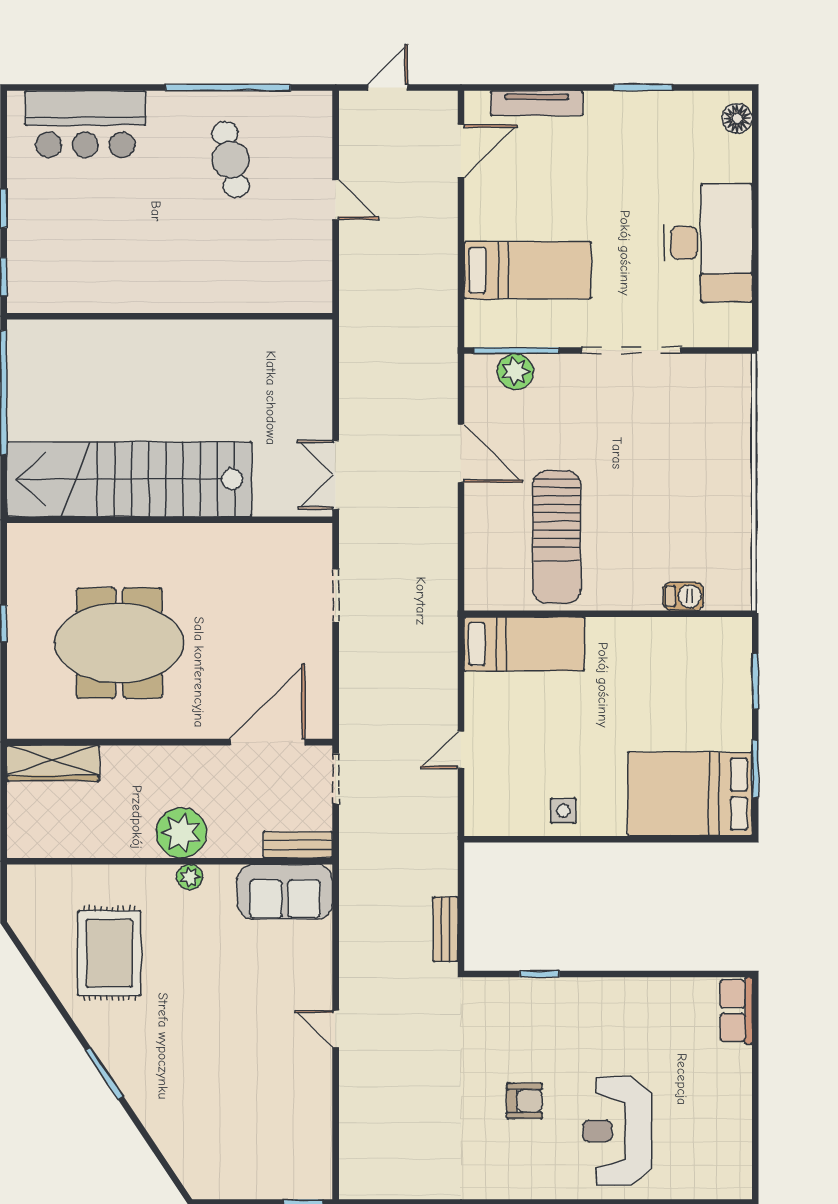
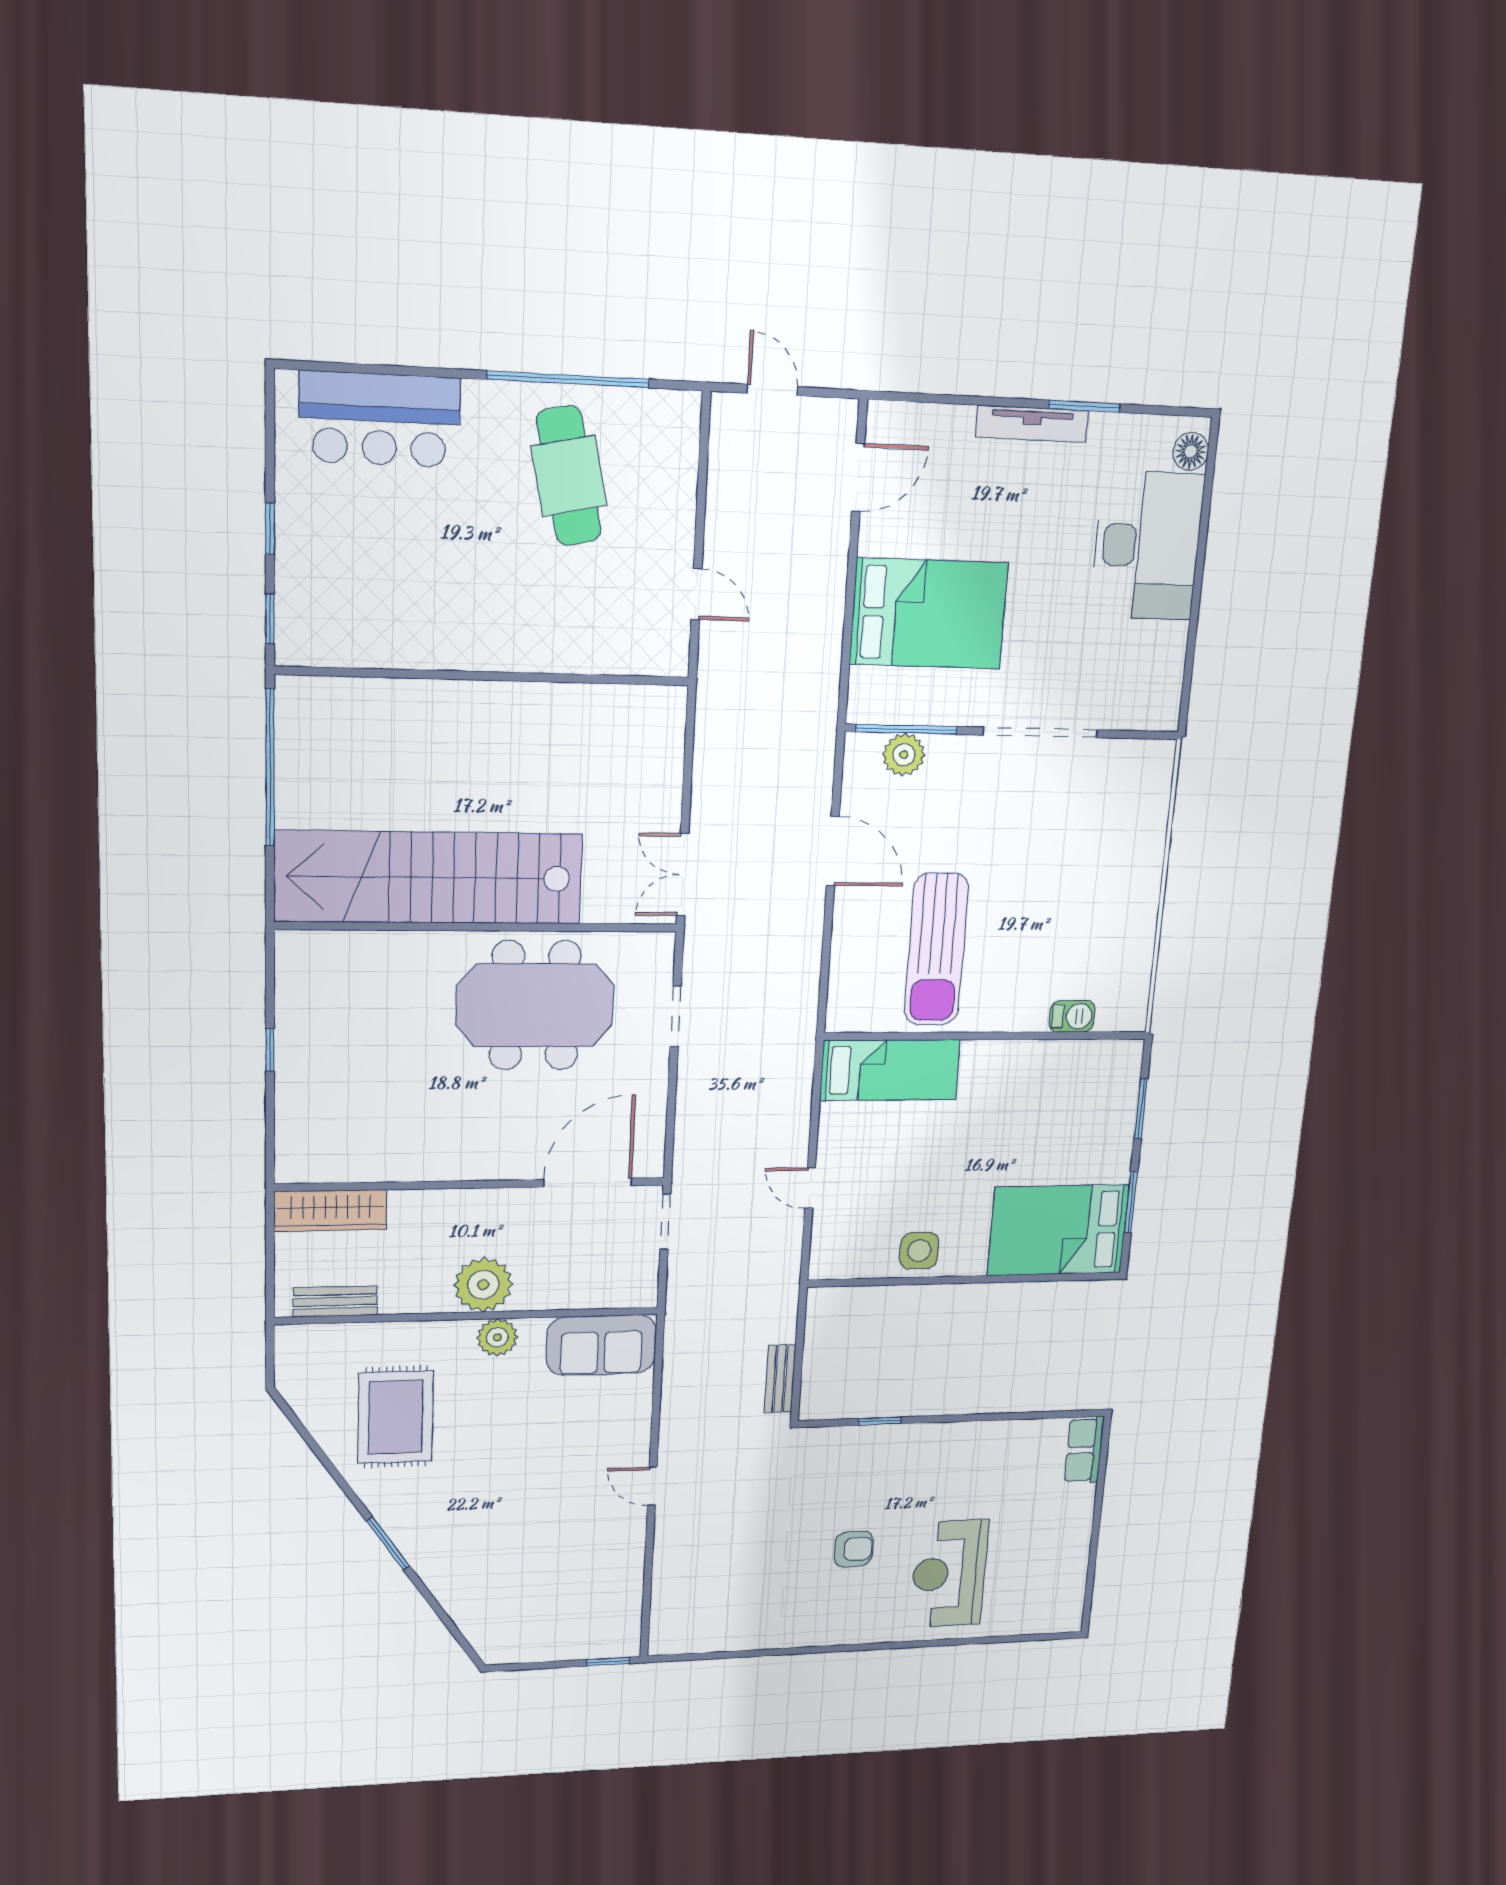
door: (388, 88) -> (772, 390), hinge flipped
tv unit: (537, 103) -> (1032, 424), moved
cafe table: (231, 160) -> (569, 476), width x1.37, depth x1.35
door: (336, 199) -> (697, 594), moved
desk: (708, 243) -> (1147, 546), moved
bed: (528, 270) -> (929, 614), width x1.50
meeting table: (119, 643) -> (535, 1005), moved
door: (461, 750) -> (810, 1188), hinge flipped
side table: (563, 811) -> (919, 1251), width x1.37, depth x1.37
bench: (298, 845) -> (335, 1301), moved
plant: (190, 877) -> (497, 1337), width x1.38, depth x1.38

